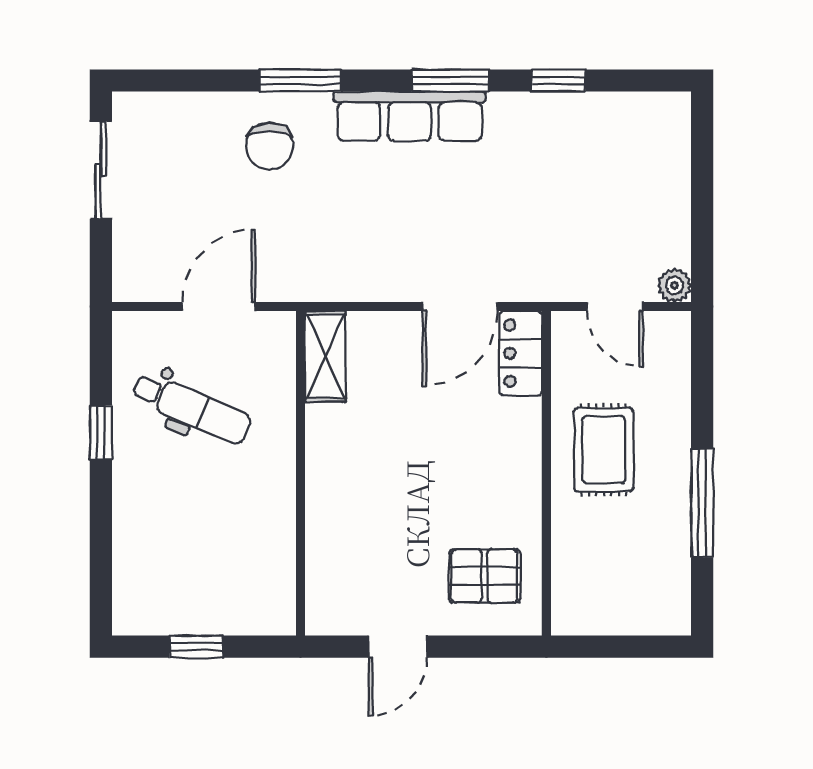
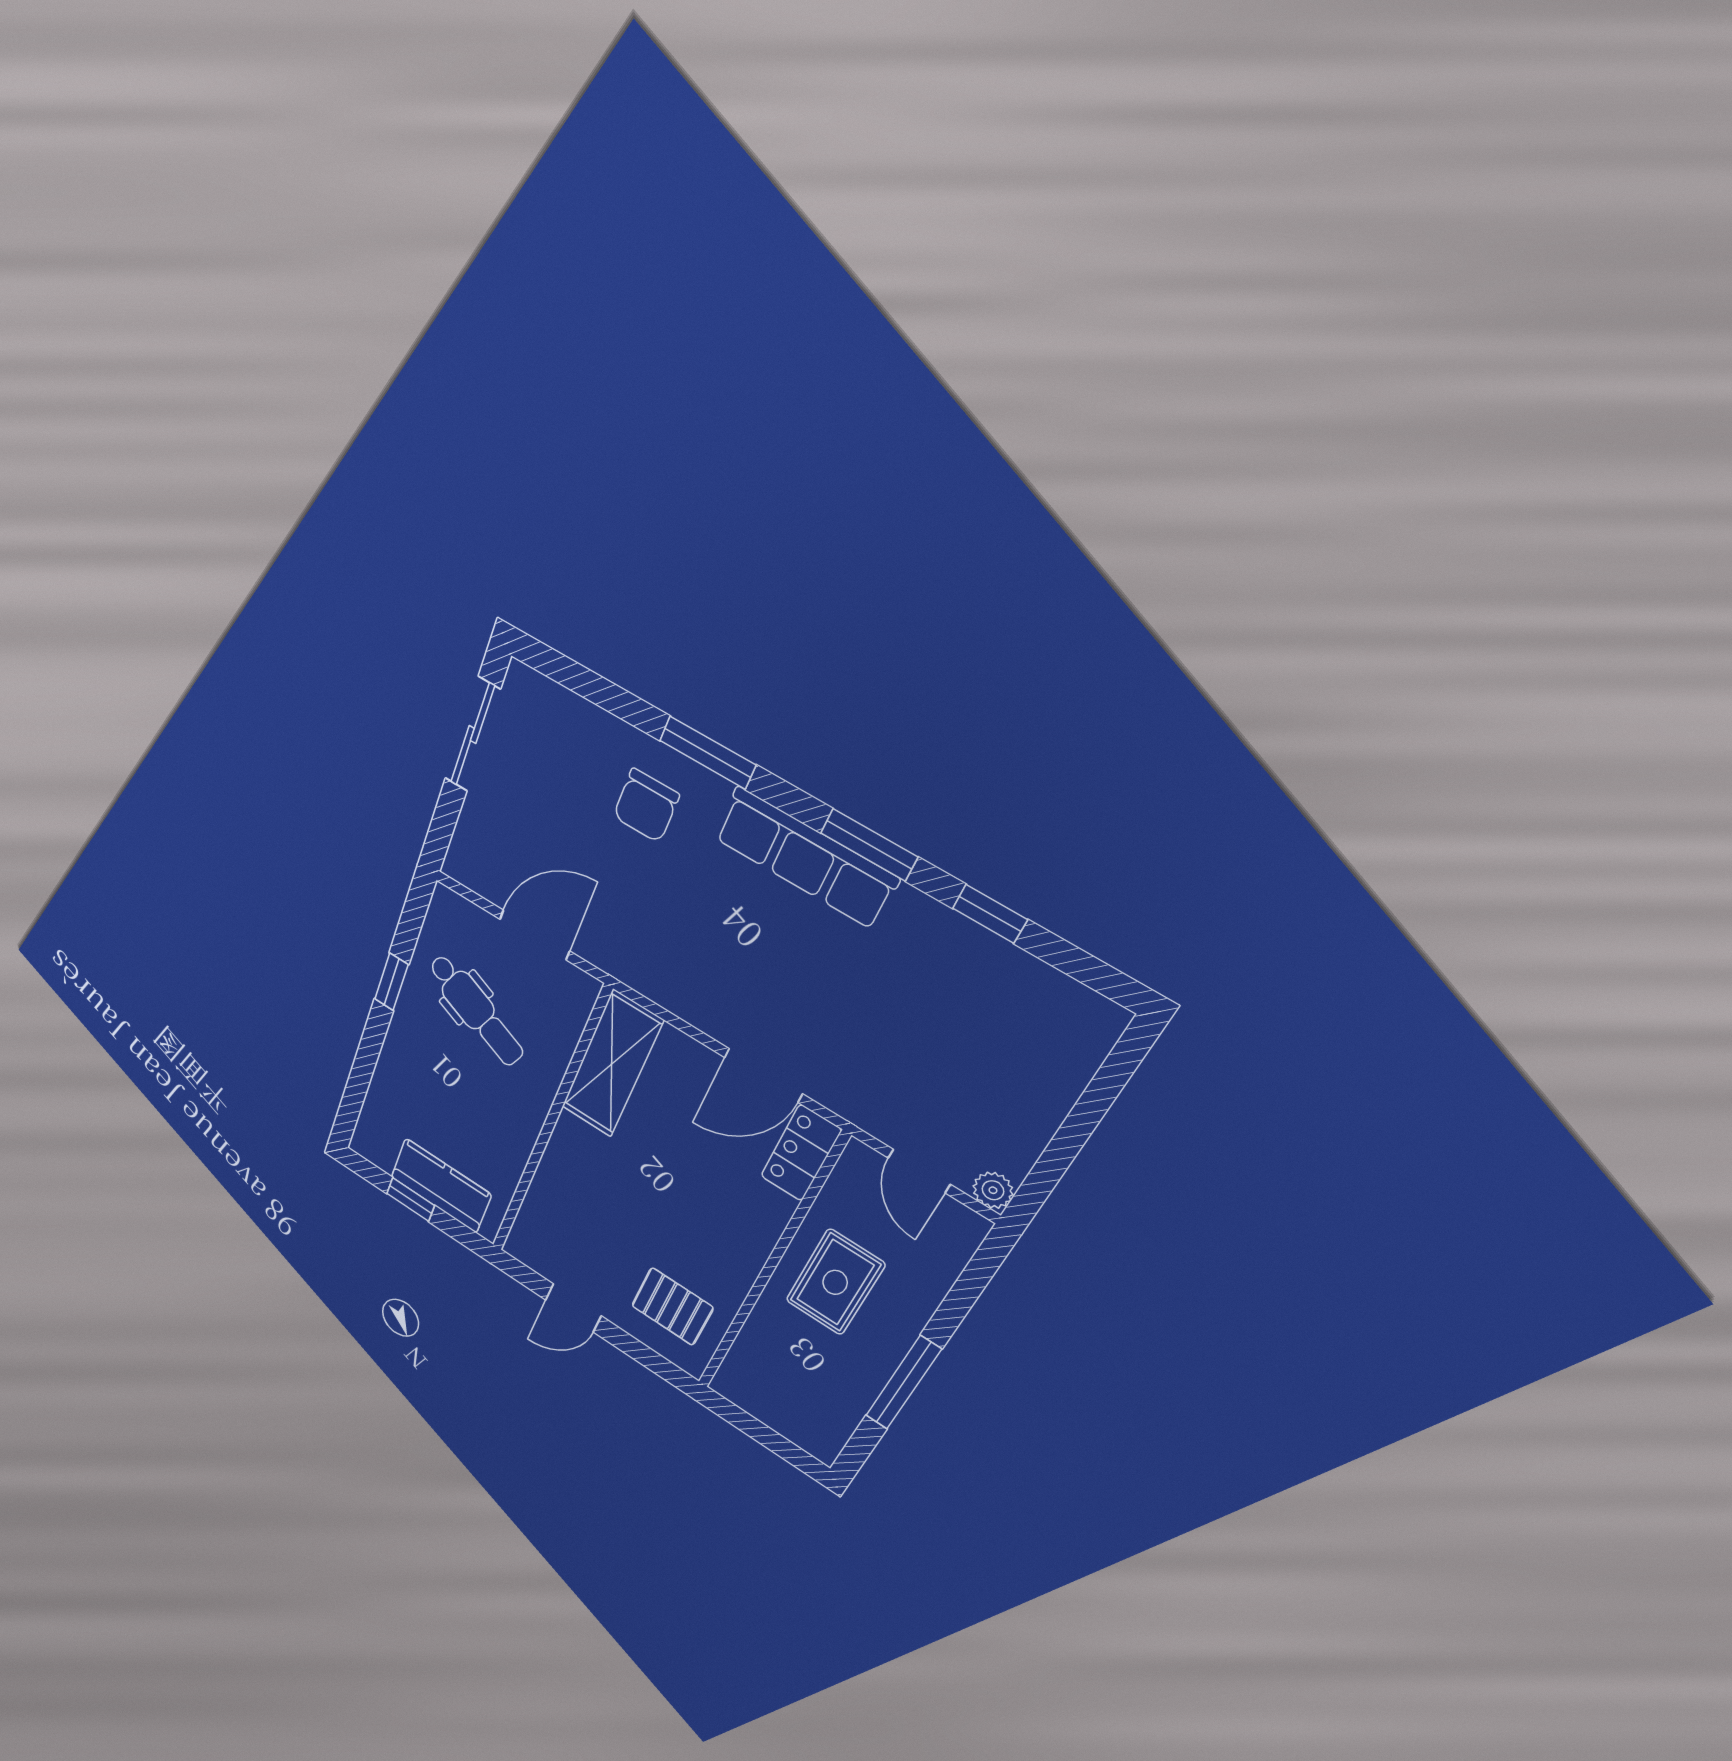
shelving: (325, 356) -> (612, 1064), width x1.50, depth x1.33
kitchen counter: (222, 609) -> (441, 1186), added

